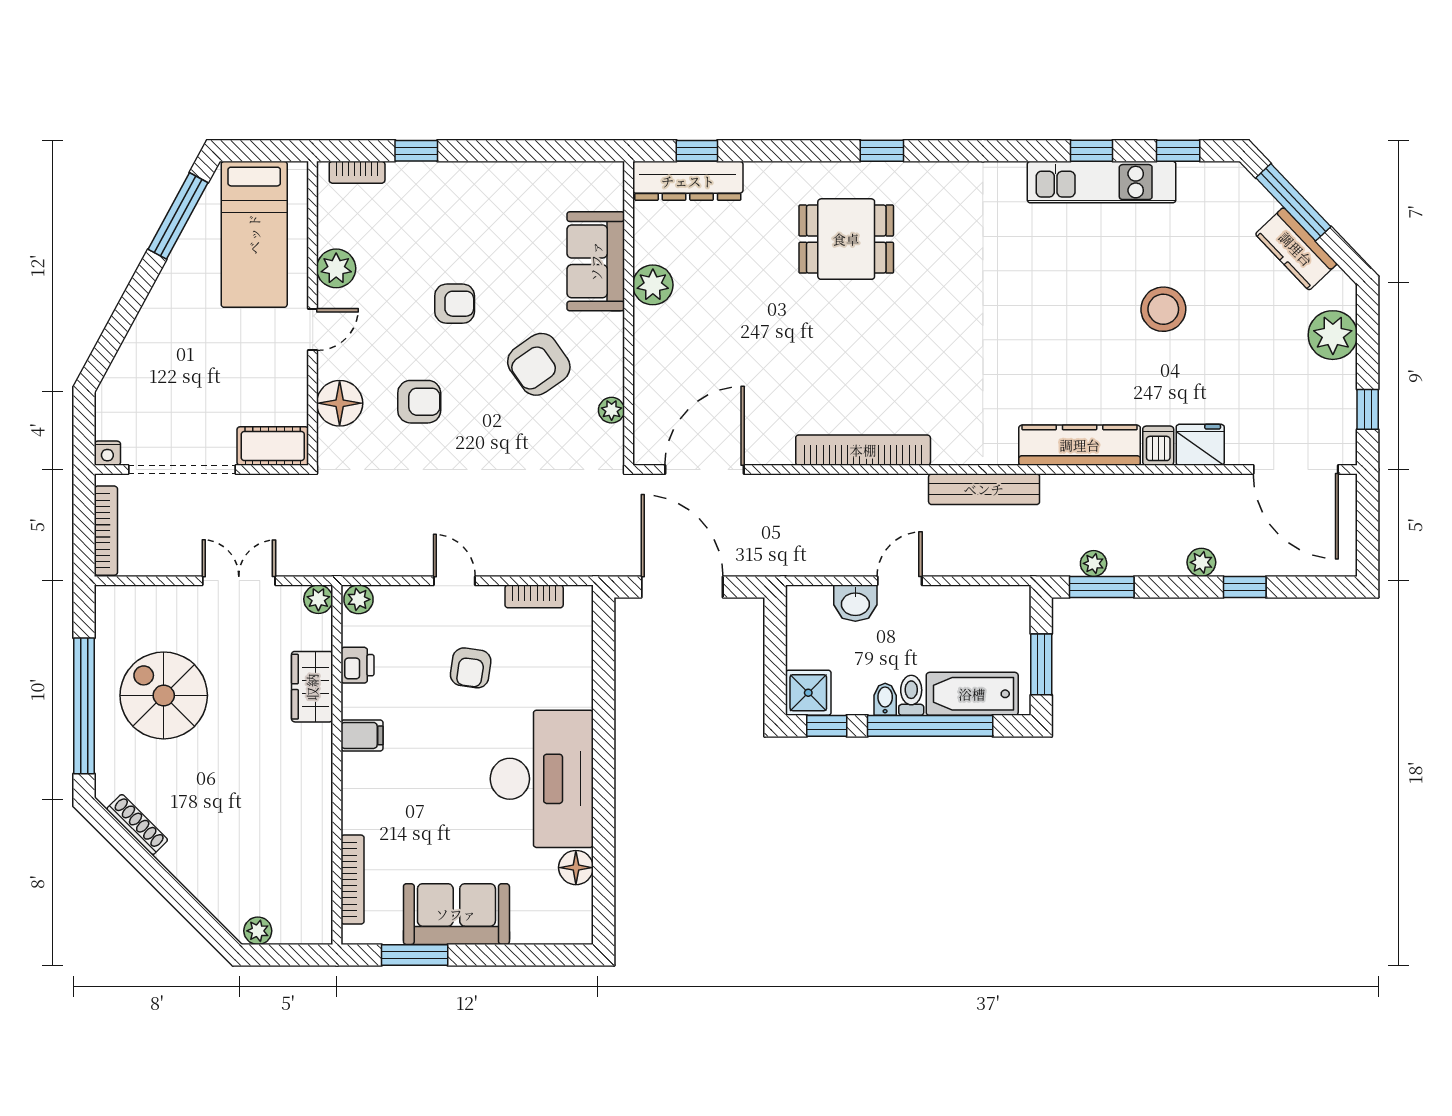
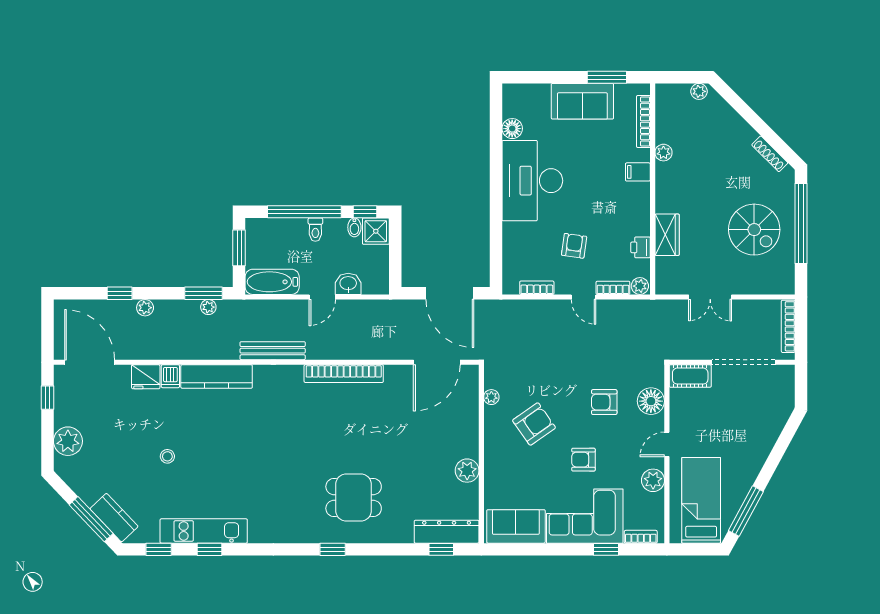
corner sofa: (452, 207) -> (585, 516), added
kitchen counter: (1296, 249) -> (114, 518), moved
sofa: (596, 261) -> (516, 526), moved, turned -90
stool: (1163, 309) -> (167, 456), width x0.53, depth x0.53
nightstand: (107, 453) -> (787, 372), removed
bookcase: (404, 596) -> (613, 288), added
plant: (318, 599) -> (663, 153), moved
bathtub: (972, 694) -> (272, 282), moved, turned 180
bidet: (885, 699) -> (354, 227), moved
filing cabinet: (362, 735) -> (638, 172), moved

